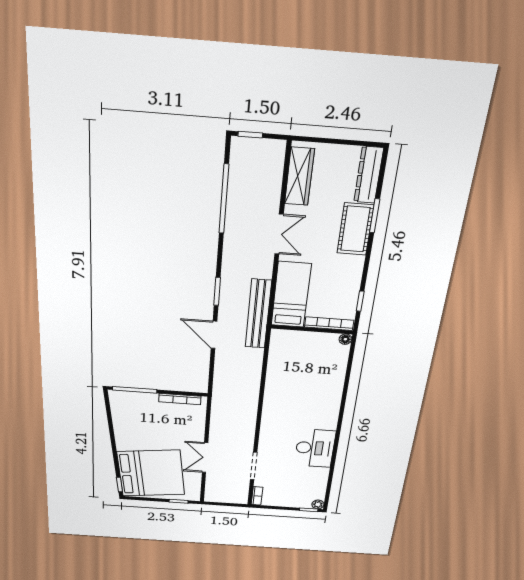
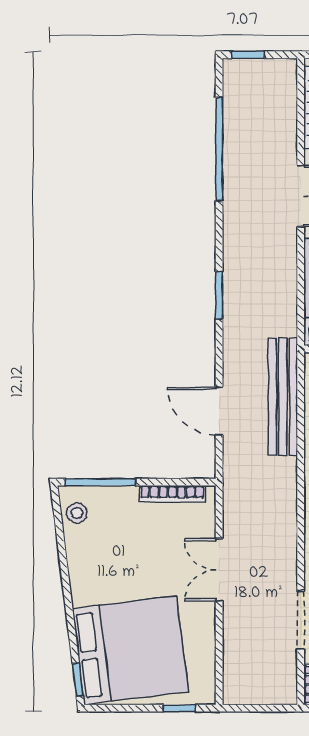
bench: (258, 314) -> (283, 397), moved
door: (214, 335) -> (219, 411), moved
stool: (120, 405) -> (77, 513), added
double door: (205, 458) -> (219, 570), moved

